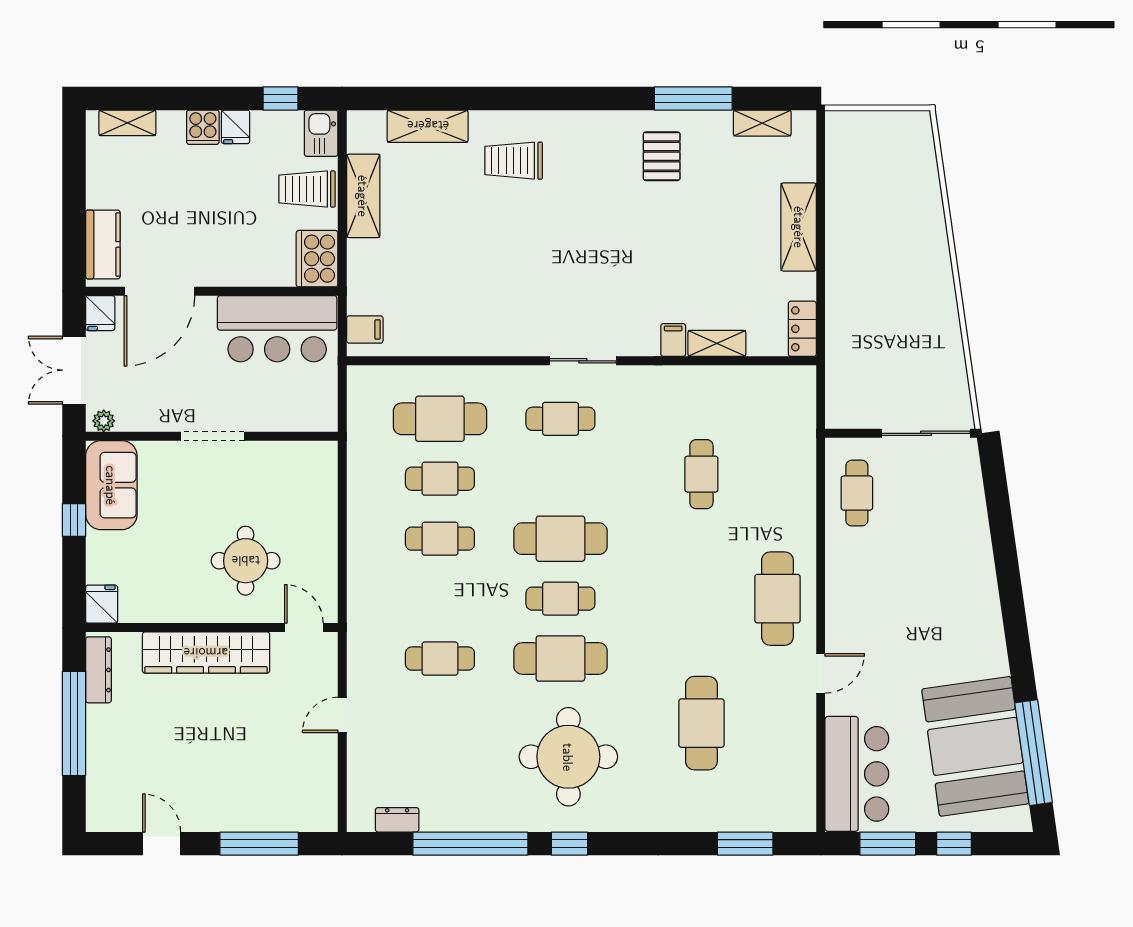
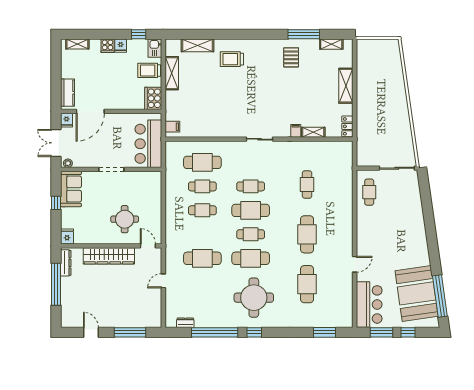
bar counter: (277, 329) -> (148, 144), moved, turned 90
cafe table: (560, 419) -> (251, 186), moved
cafe table: (777, 599) -> (307, 234), moved
cafe table: (440, 659) -> (202, 258), width x1.37, depth x1.35

